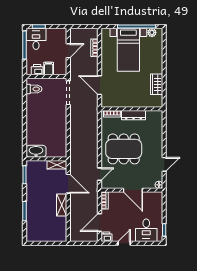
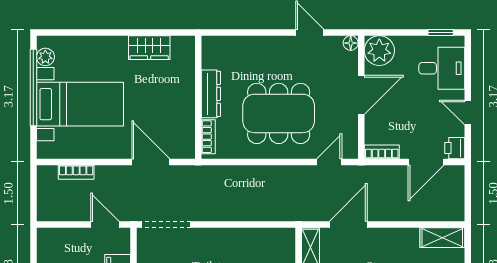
door: (68, 51) -> (105, 225), moved
door: (100, 85) -> (151, 162), swing flipped
dining table: (124, 149) -> (279, 113), turned 90
door: (100, 174) -> (329, 162), hinge flipped
plant: (155, 199) -> (379, 51), added
shelving: (62, 205) -> (442, 238), moved
door: (100, 222) -> (426, 162), hinge flipped

